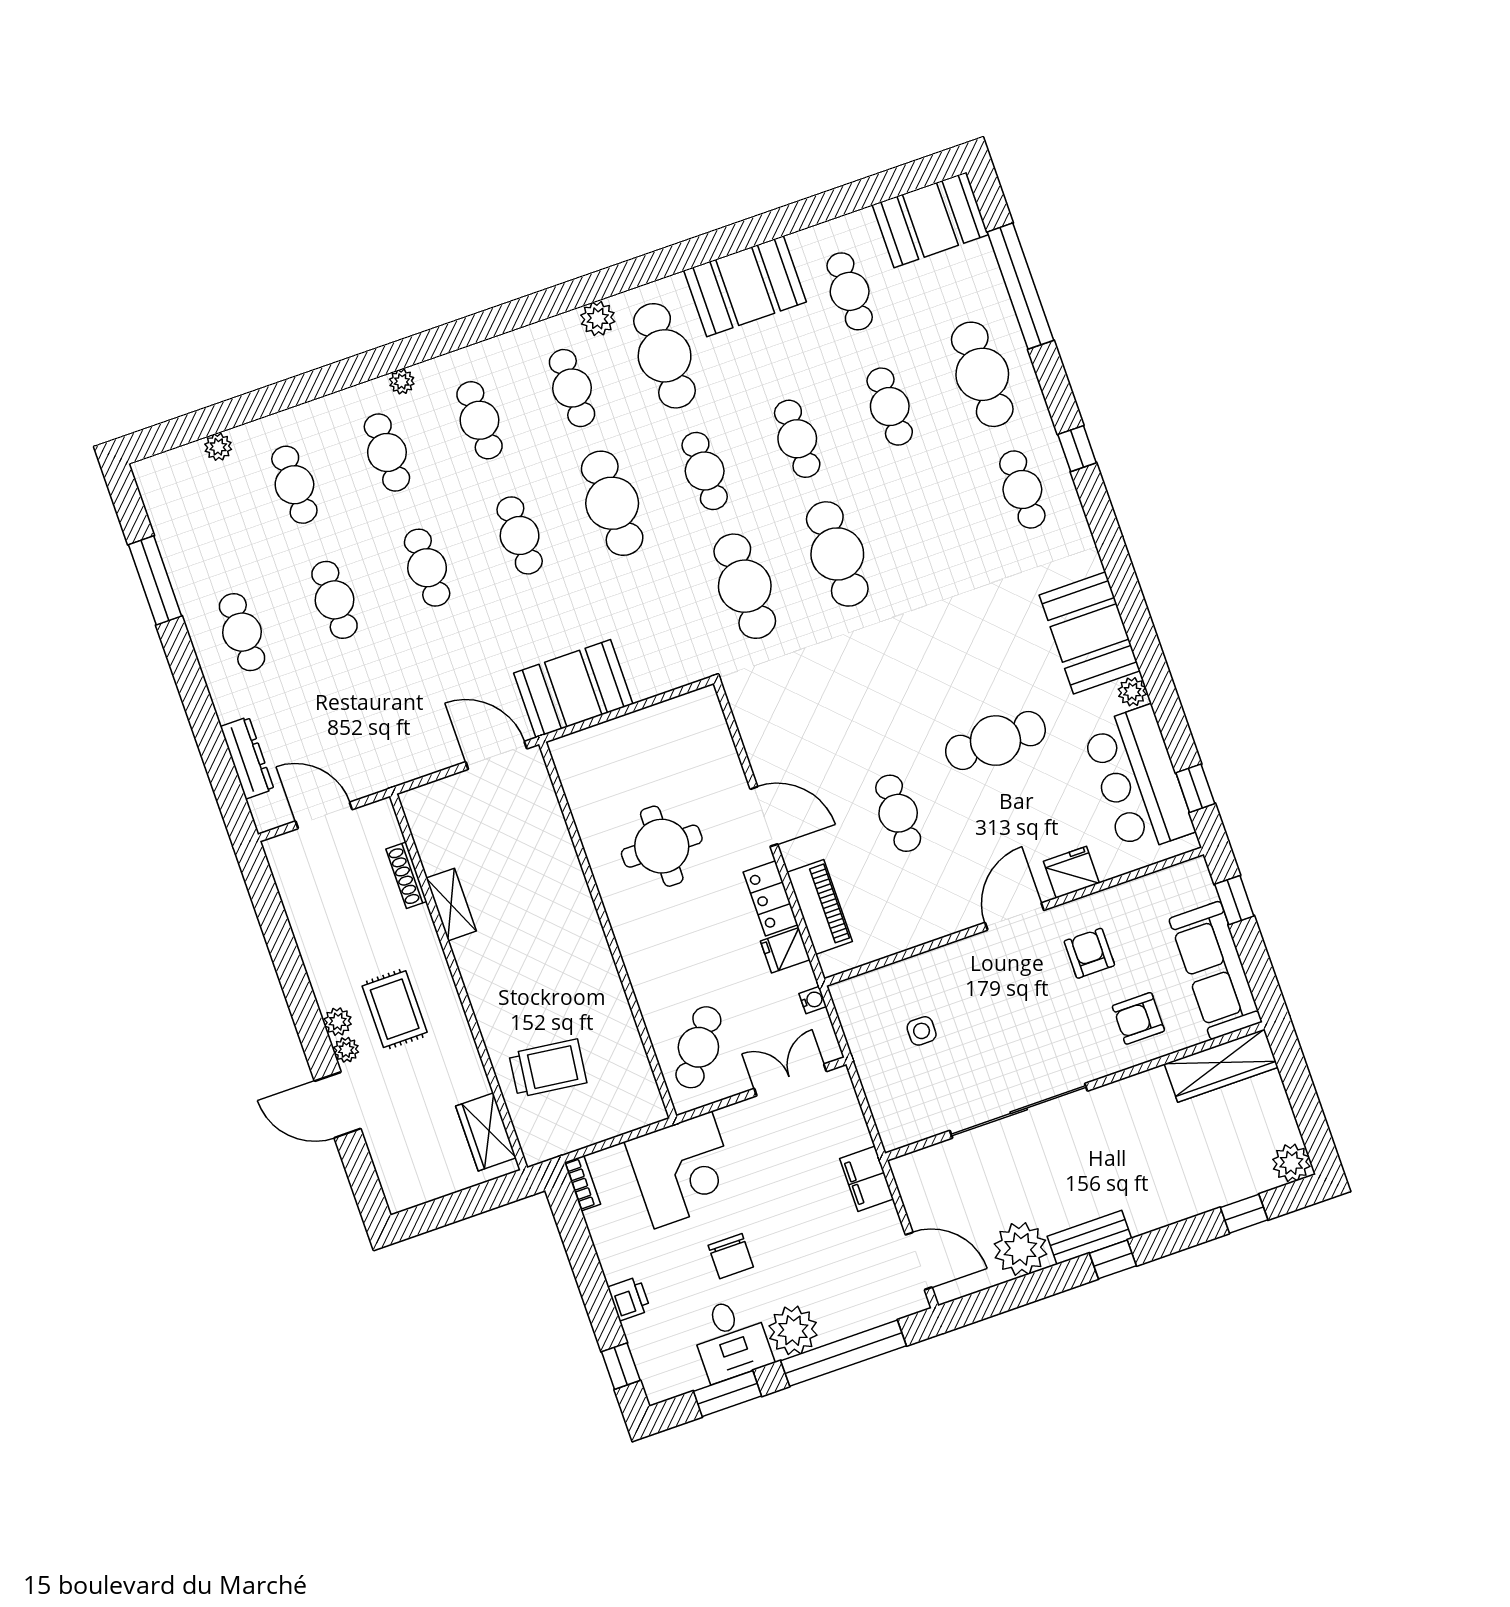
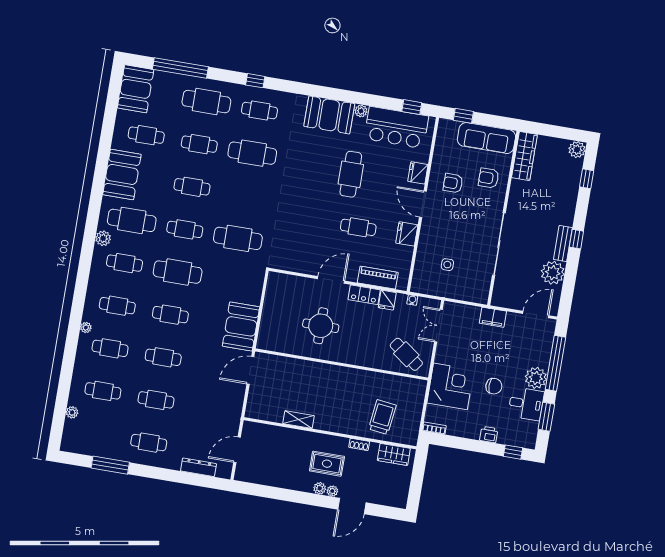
cafe table: (837, 554) -> (252, 153), moved
shoe rack: (406, 875) -> (359, 444), moved, width x0.70
fridge: (938, 917) -> (407, 234), added
armchair: (1138, 1018) -> (489, 178), turned 90

